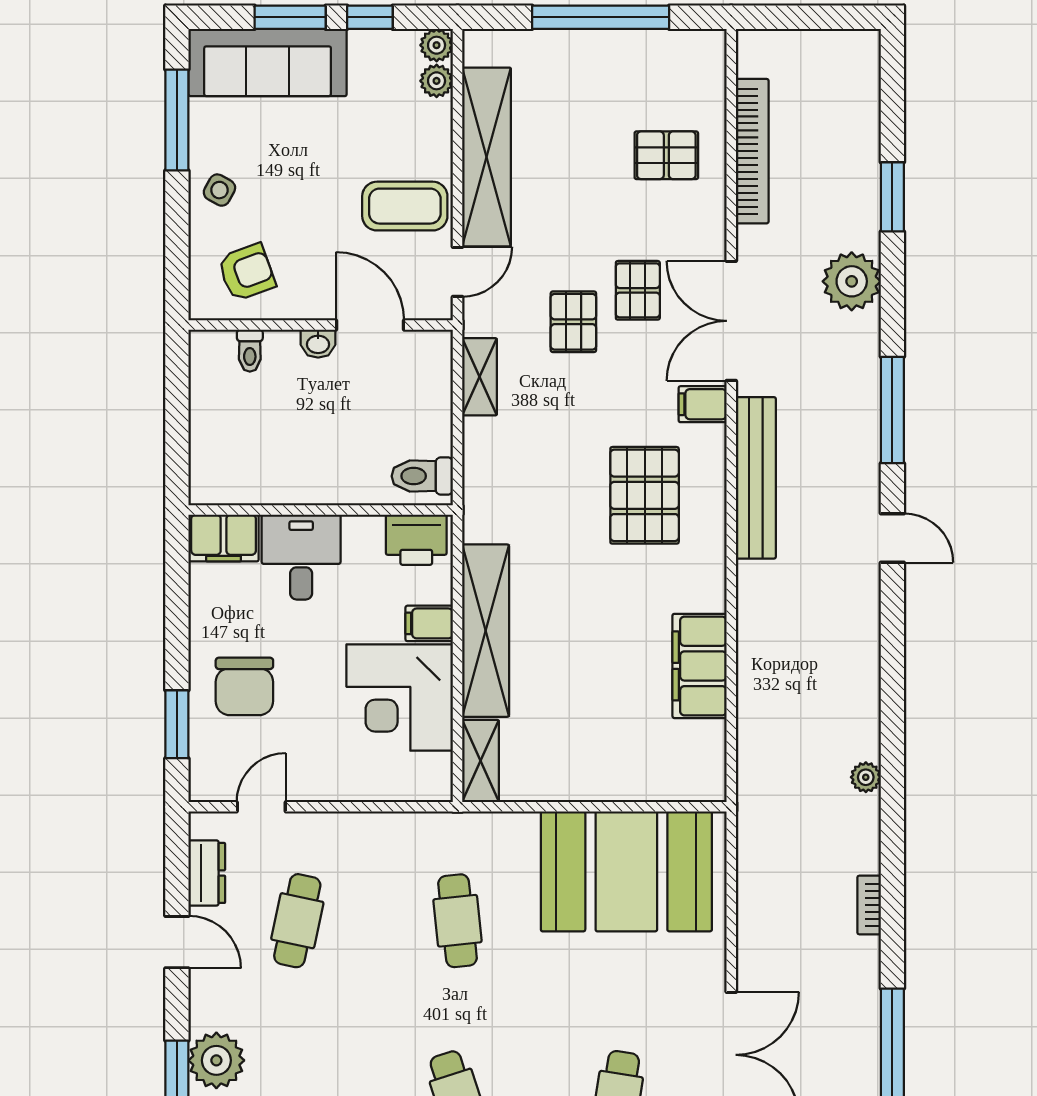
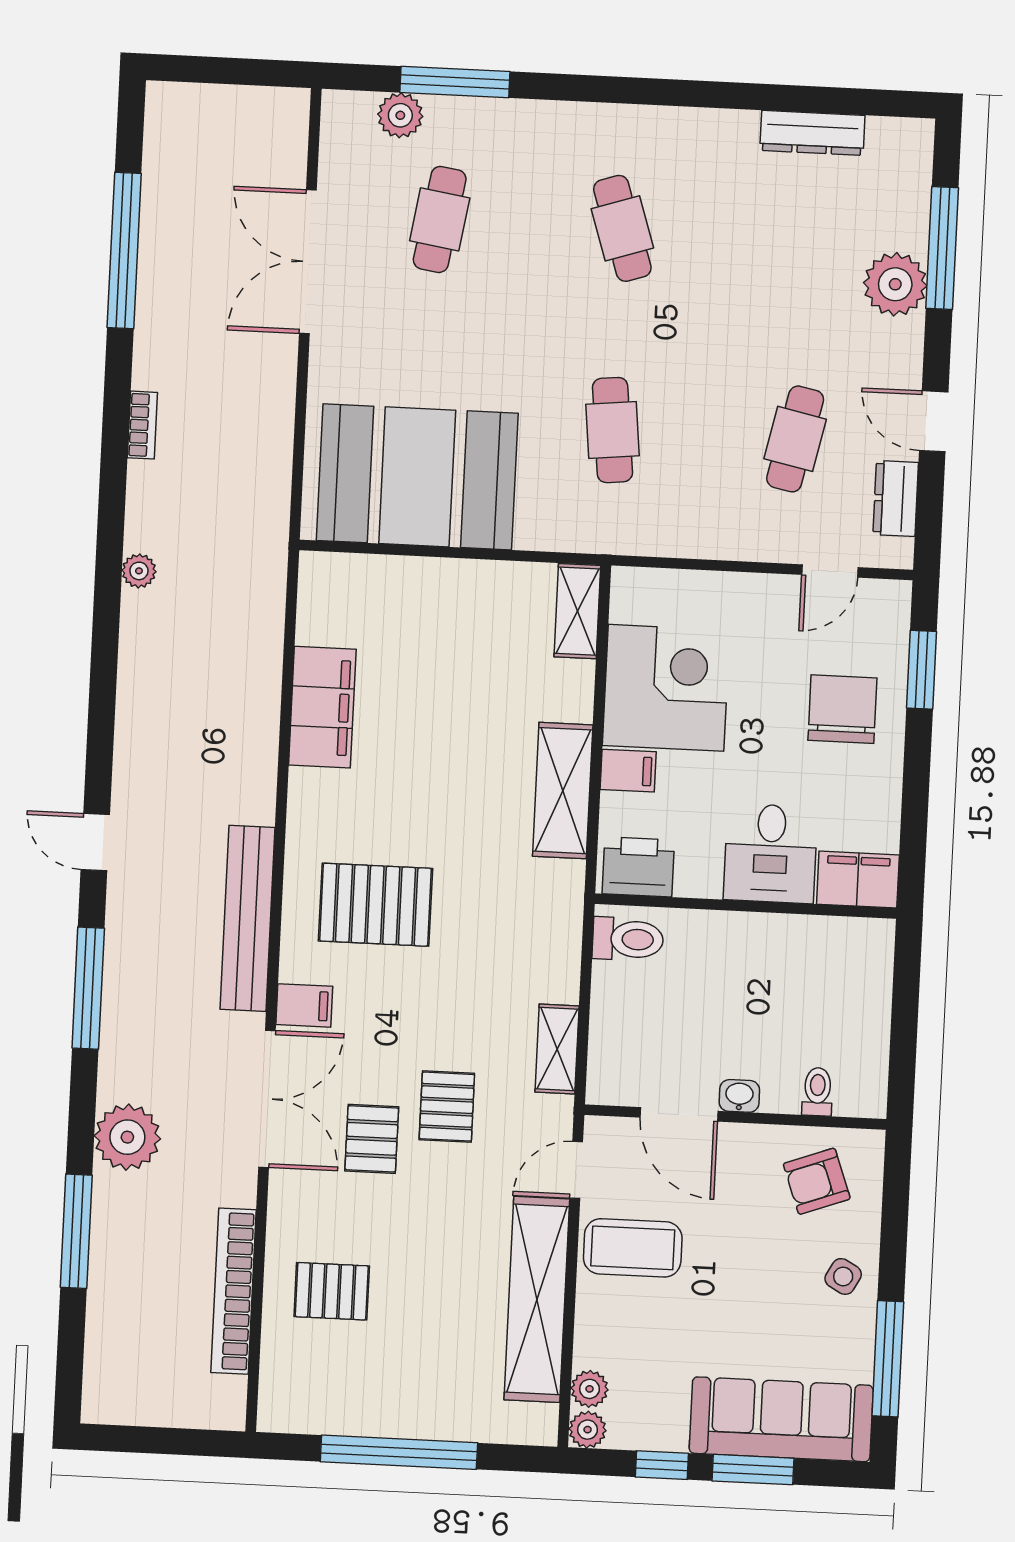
window: (892, 197) -> (76, 1231), width x1.44
pallet: (645, 495) -> (376, 905), turned 90
shelving: (486, 631) -> (563, 791), width x0.68

